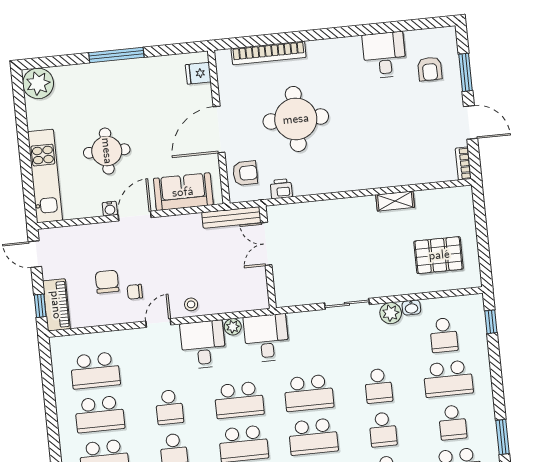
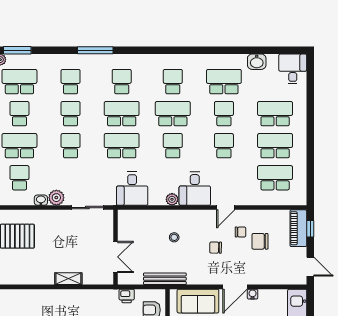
shelving: (395, 201) -> (68, 279), moved
double door: (266, 244) -> (116, 257), moved
wall: (268, 257) -> (116, 247), moved
chair: (167, 267) -> (216, 248), added
chair: (107, 282) -> (260, 241), turned 90
stool: (191, 304) -> (174, 237), moved
desk: (266, 338) -> (132, 189), moved
school desk: (239, 400) -> (173, 146), width x0.54

